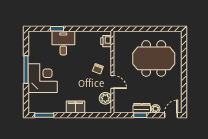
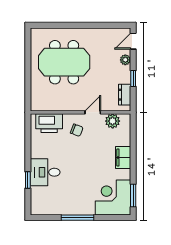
printer: (106, 41) -> (49, 123), width x1.87, depth x1.48
meeting table: (154, 58) -> (64, 62), turned 90
corner desk: (43, 78) -> (113, 197), moved
dresser: (142, 108) -> (125, 95), moved
door: (171, 115) -> (133, 41), hinge flipped

